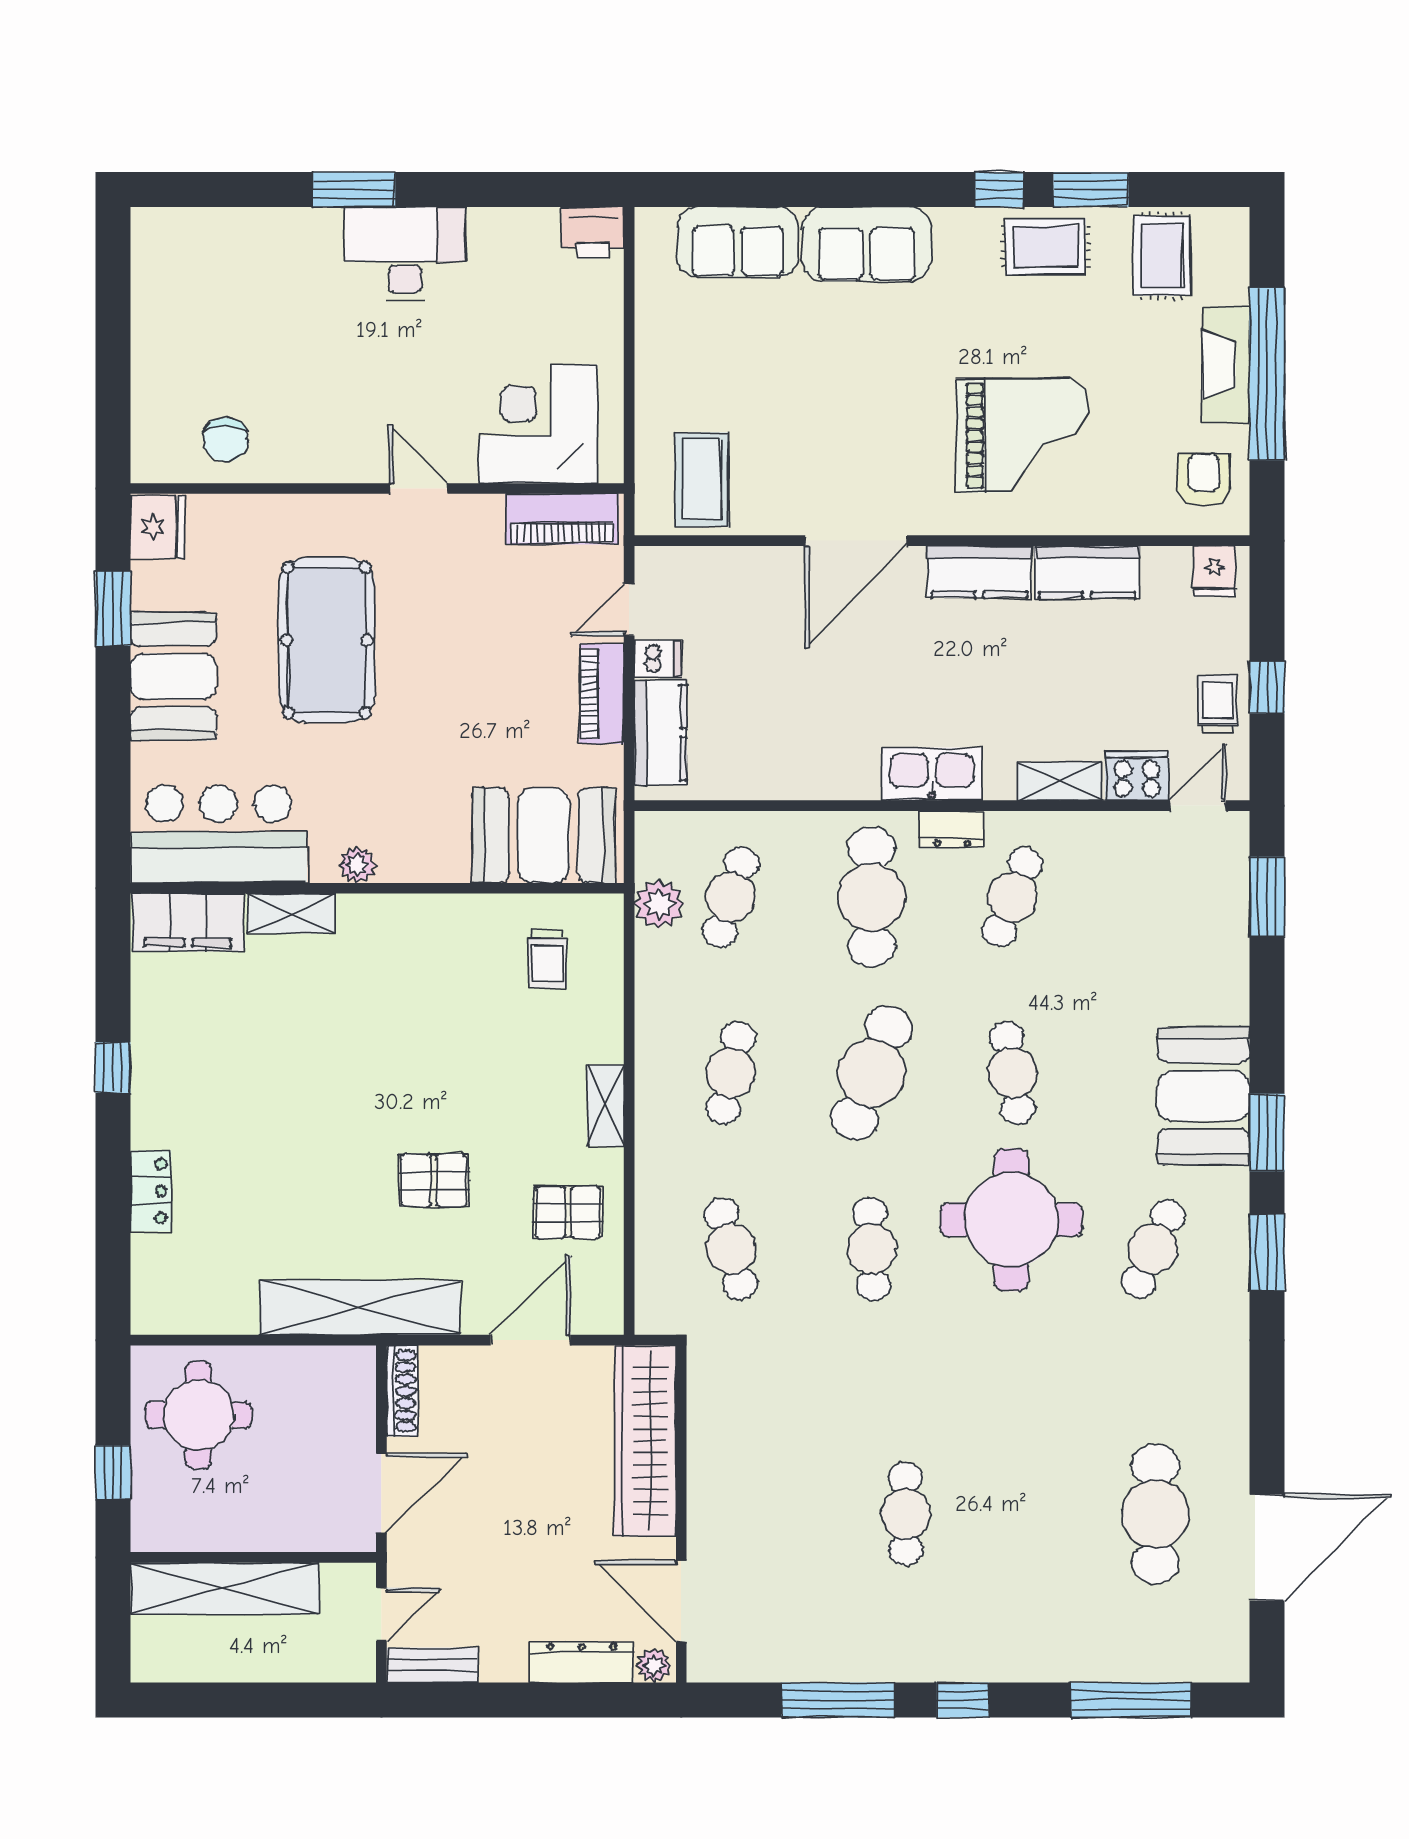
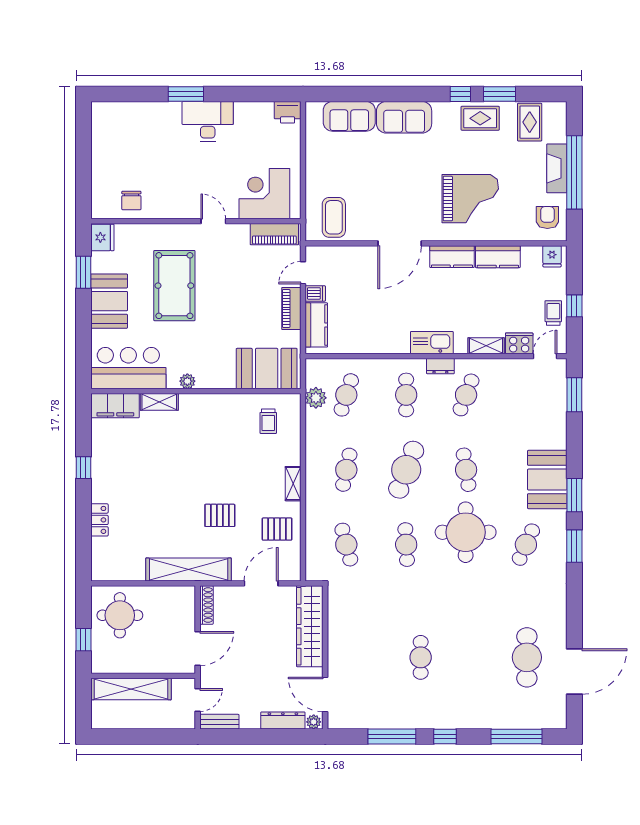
cafe table: (872, 897) -> (406, 395), width x0.73, depth x0.74

